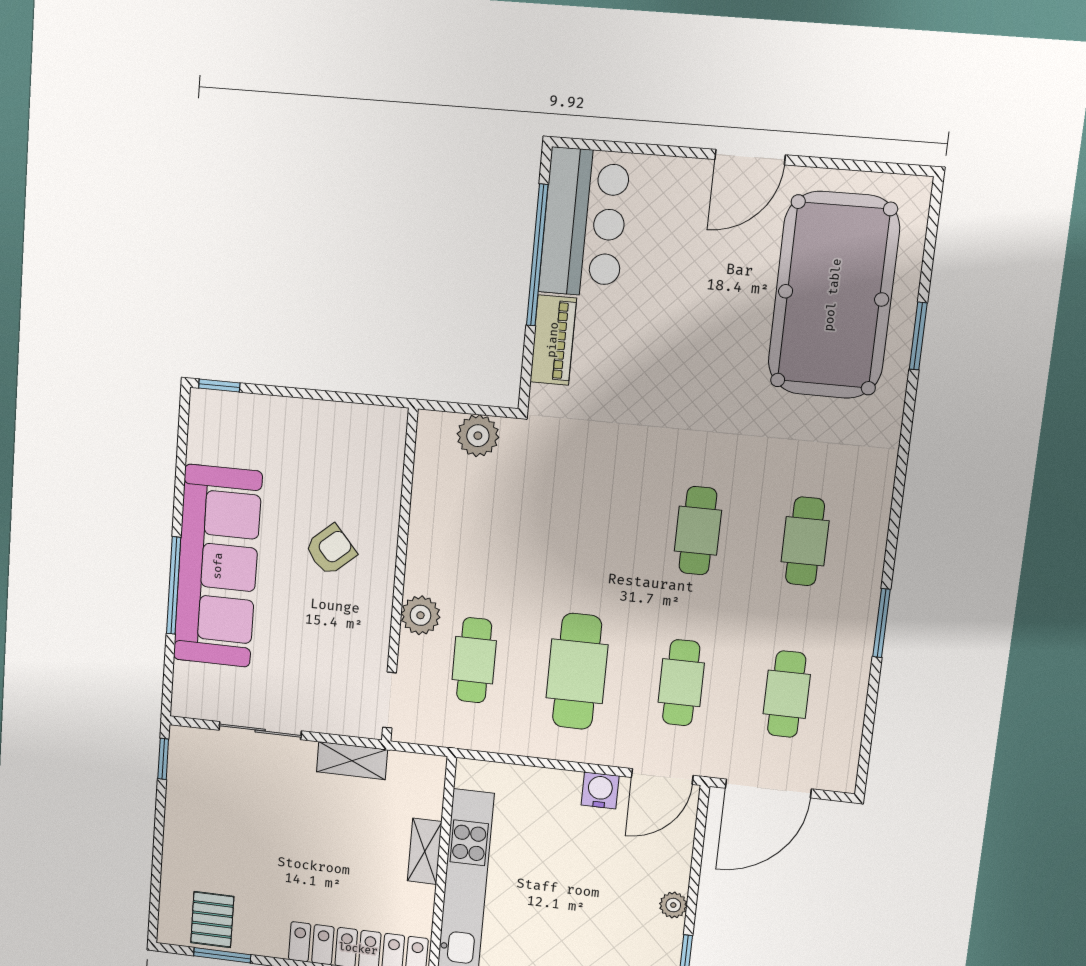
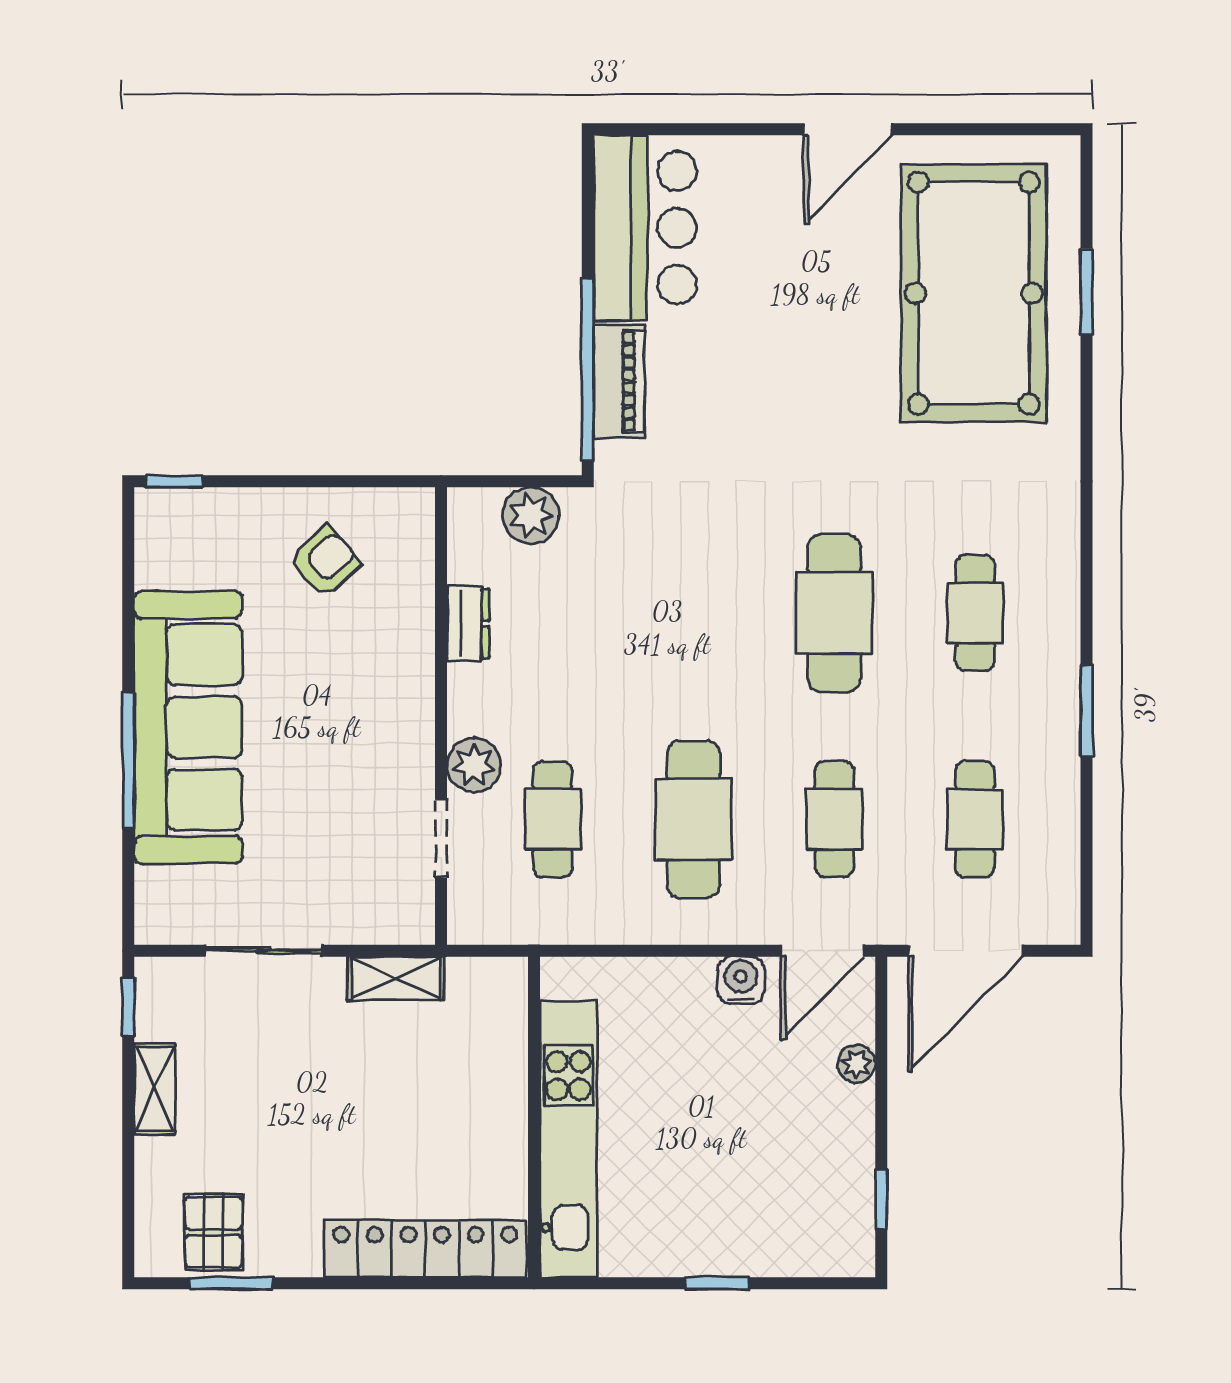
window: (537, 255) -> (588, 370), moved
window: (918, 336) -> (1087, 291), moved
dresser: (425, 511) -> (468, 624), added
cafe table: (698, 531) -> (834, 613), width x1.37, depth x1.35
armchair: (331, 550) -> (325, 562), moved
doorway: (389, 700) -> (441, 839), moved
shelving: (425, 851) -> (155, 1089), moved
plant: (673, 905) -> (856, 1064), moved

